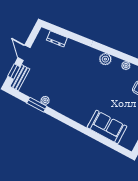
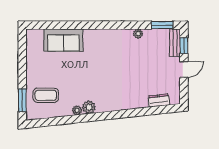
door: (24, 53) -> (184, 69), hinge flipped
plant: (105, 59) -> (89, 107), moved
window: (37, 105) -> (162, 25), moved

